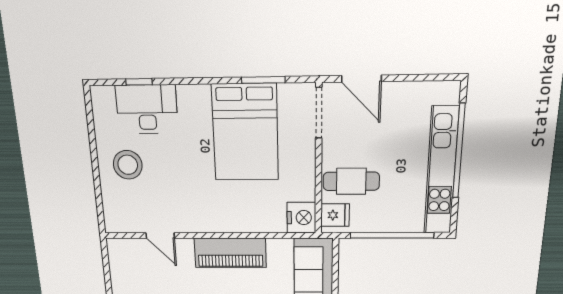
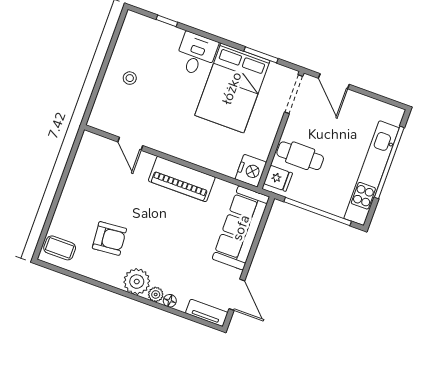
desk: (147, 109) -> (196, 54), moved, width x0.73
stool: (128, 165) -> (130, 78), width x0.53, depth x0.53

